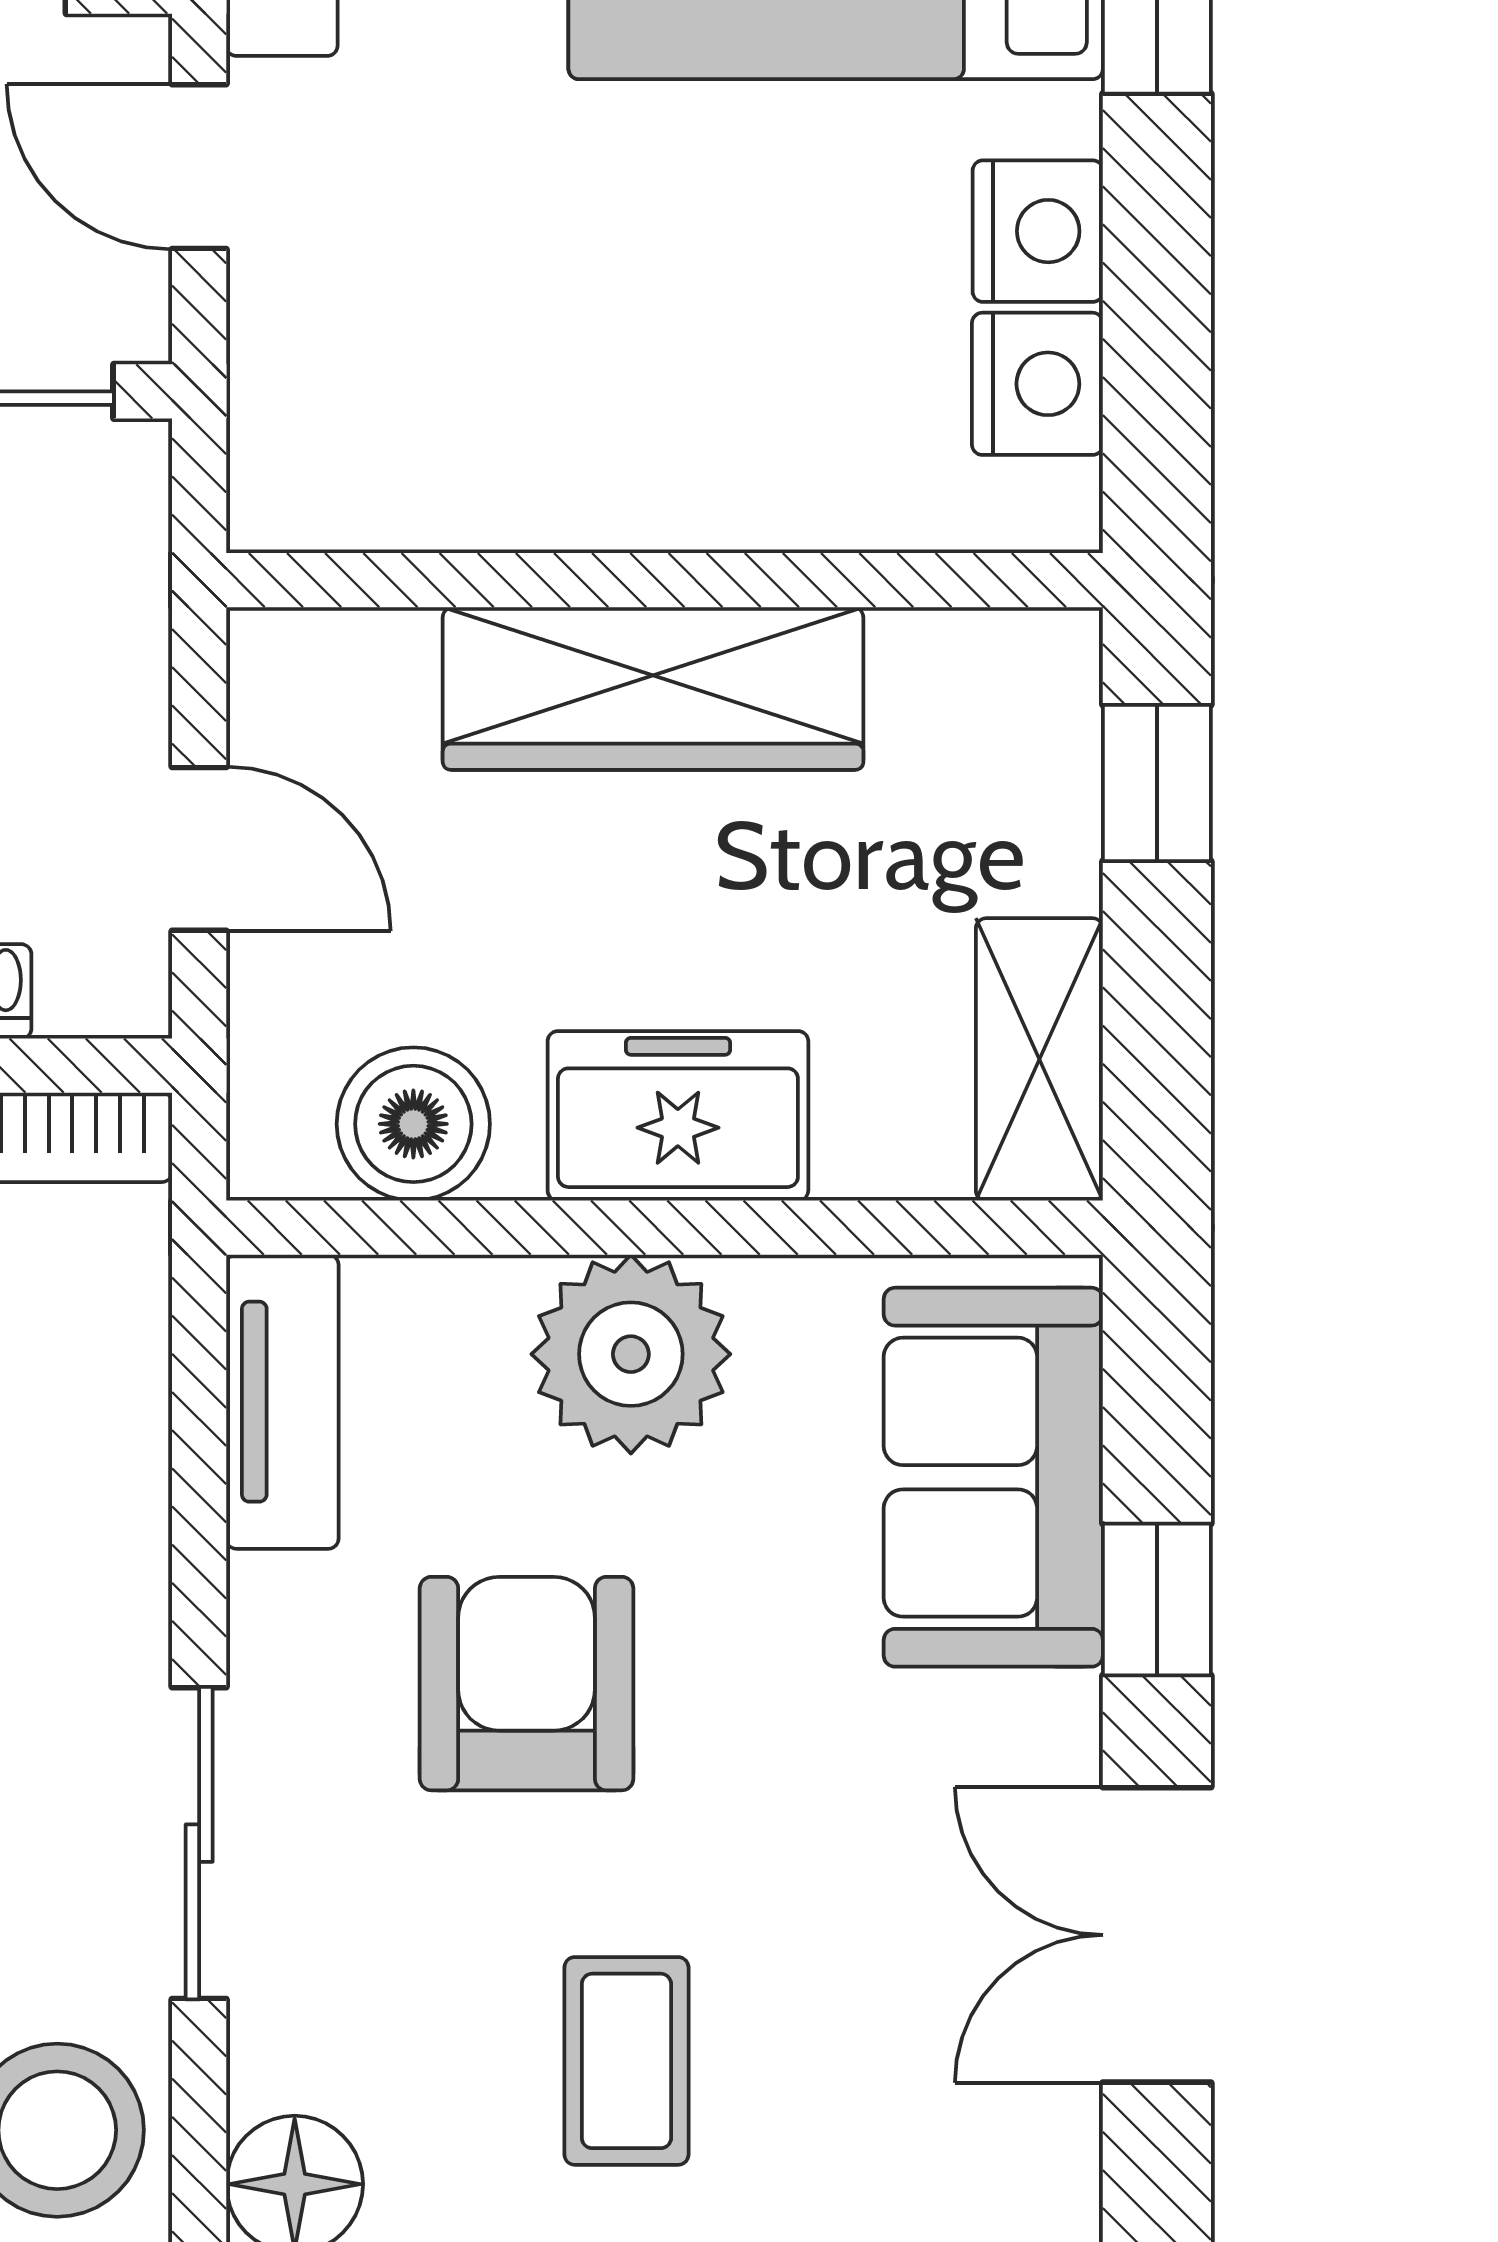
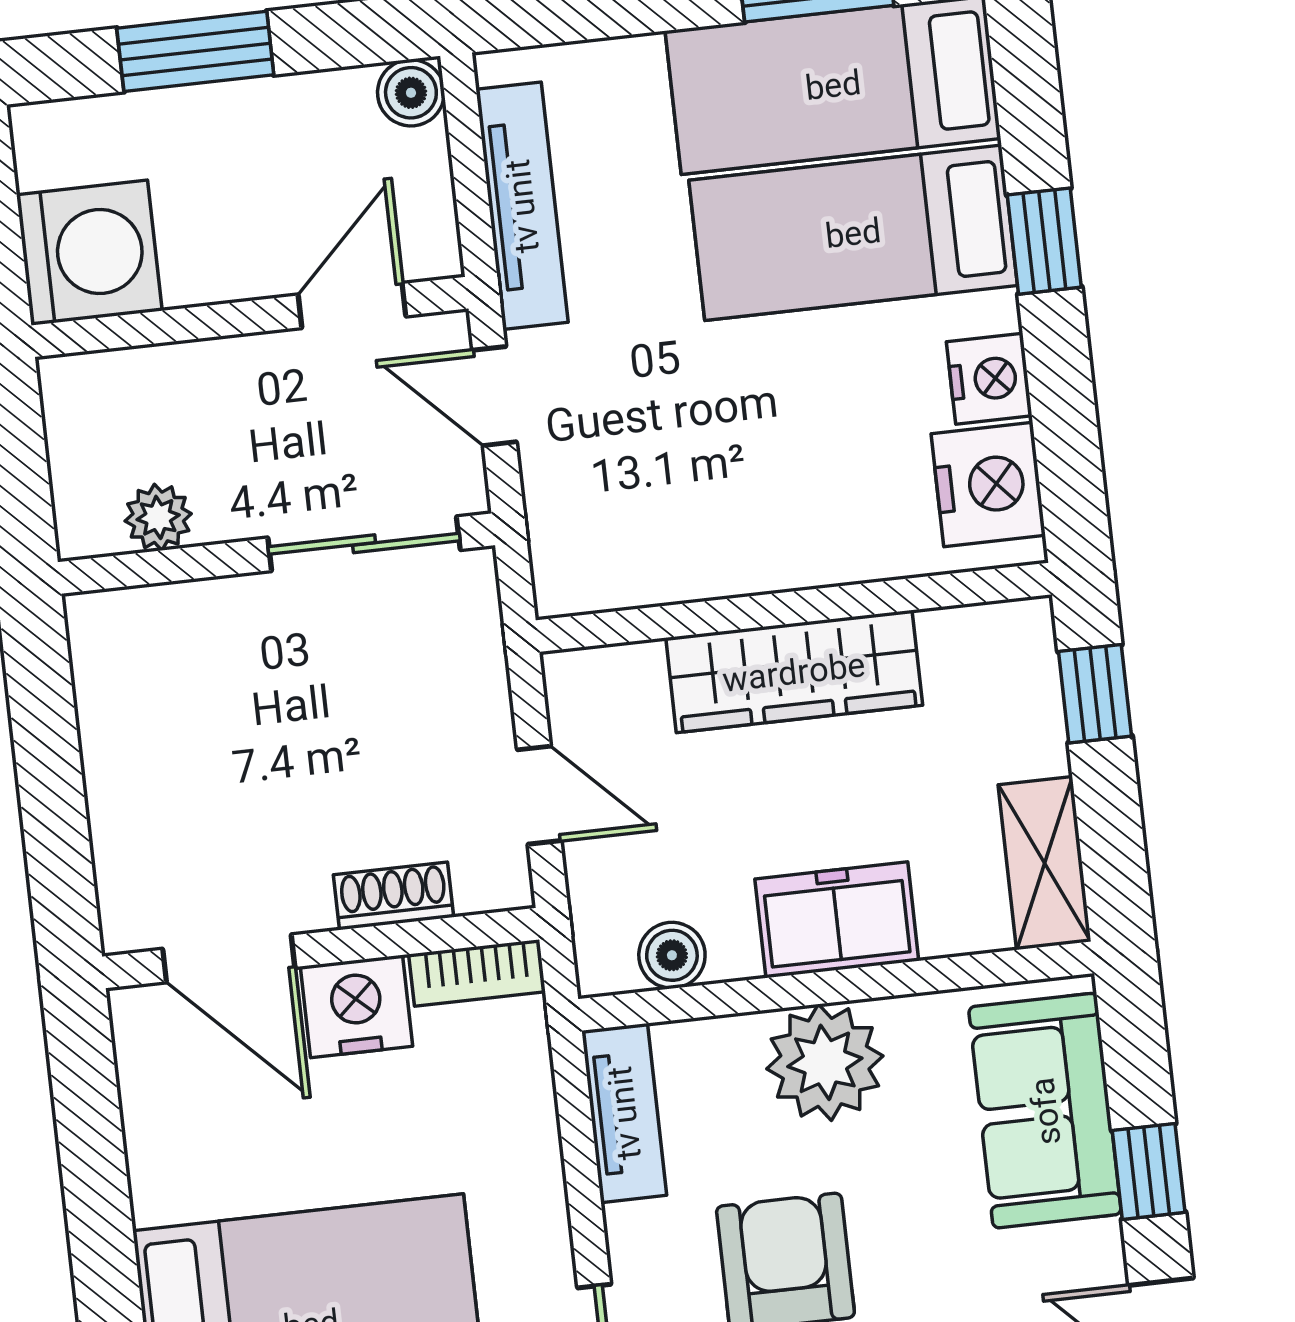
nightstand: (1037, 384) -> (988, 485), width x1.36, depth x1.33
boiler: (413, 1124) -> (672, 955), width x0.73, depth x0.73

